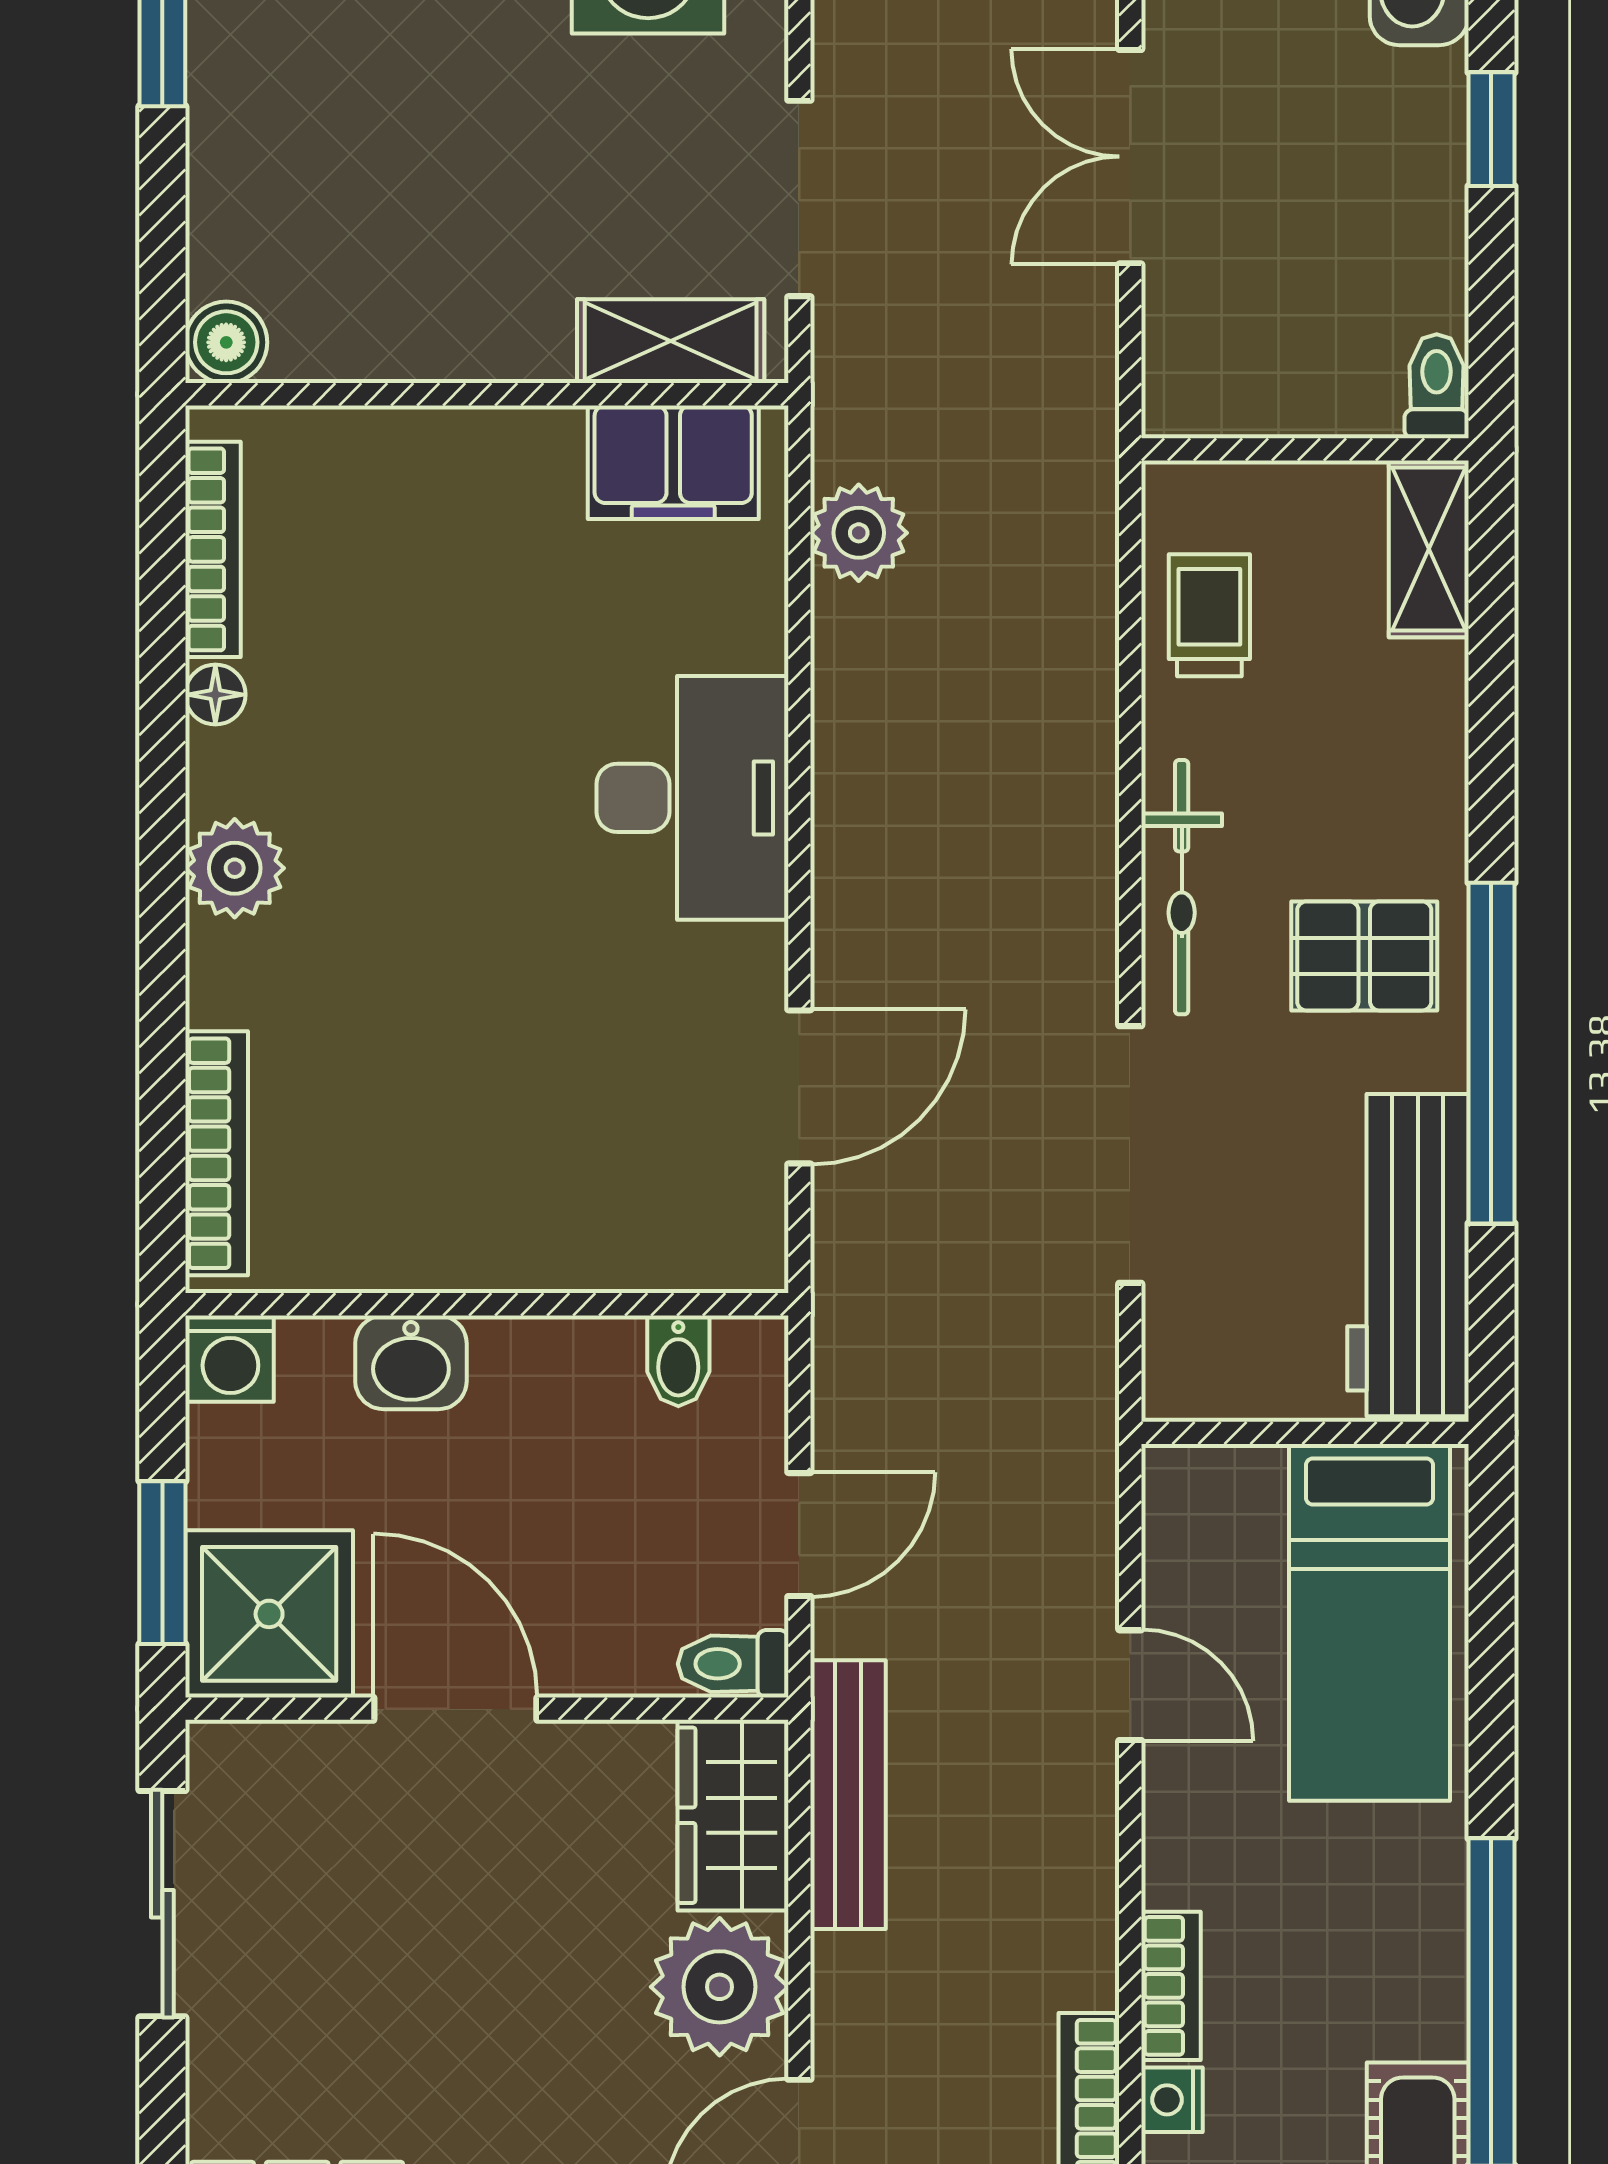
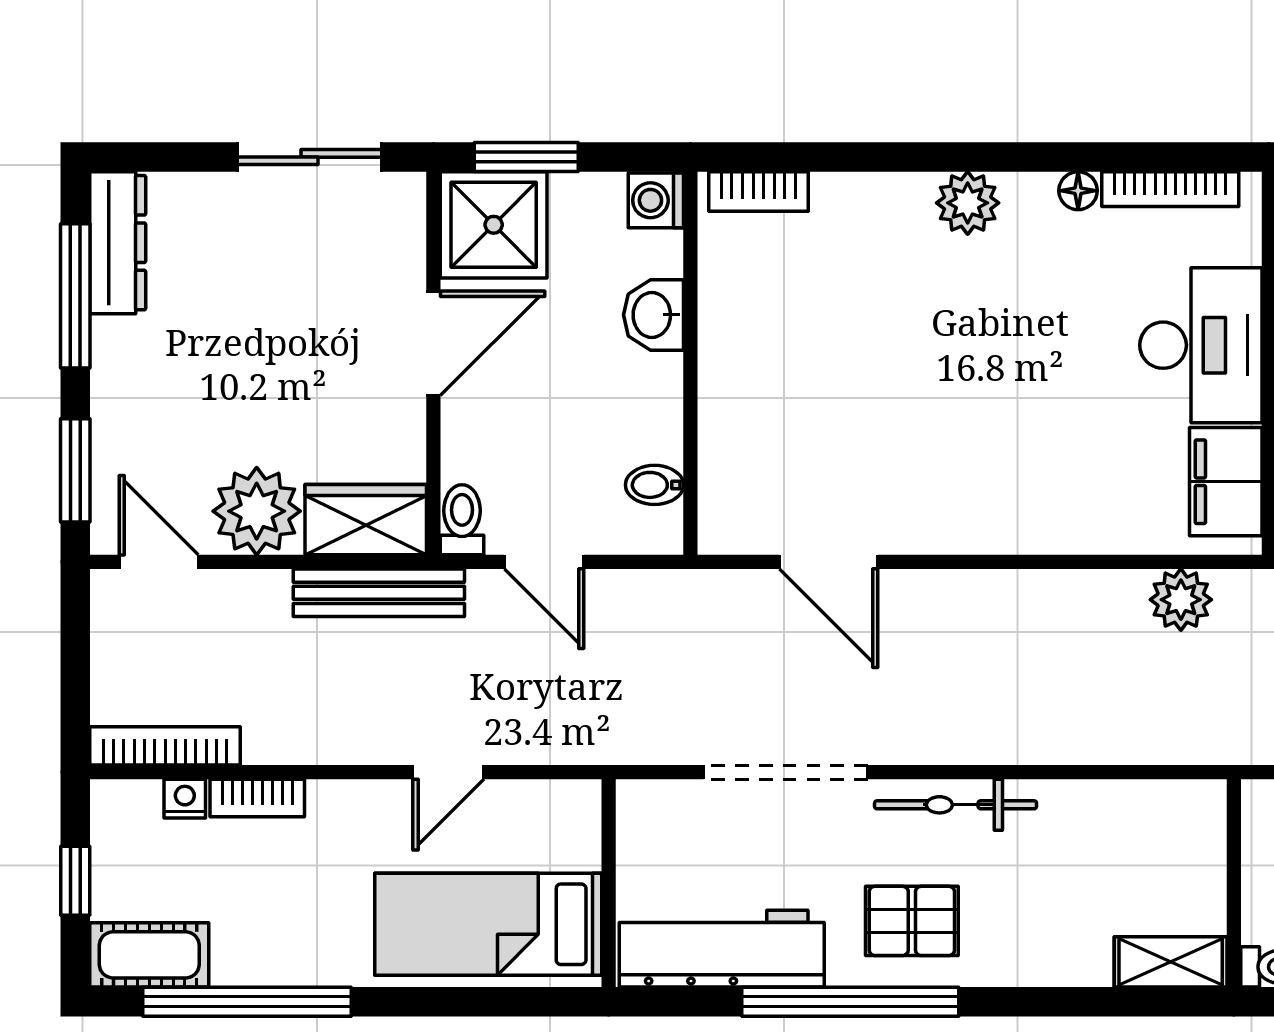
trolley: (1209, 615) -> (1128, 822), removed
desk: (692, 798) -> (1201, 345), moved, turned -90
pallet: (1364, 956) -> (912, 921), turned 90
bookcase: (217, 1153) -> (758, 191), width x0.64

